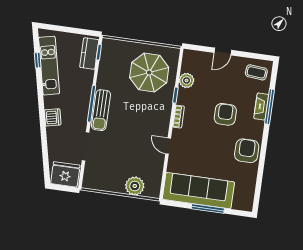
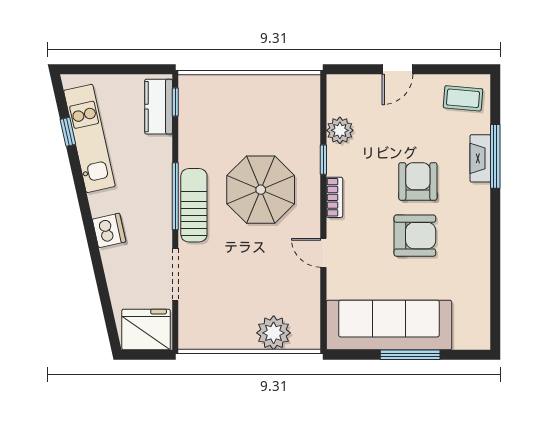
parasol: (149, 73) -> (261, 190), moved
sun lounger: (101, 110) -> (194, 205), turned 180
armchair: (247, 151) -> (415, 236), moved, turned 90

